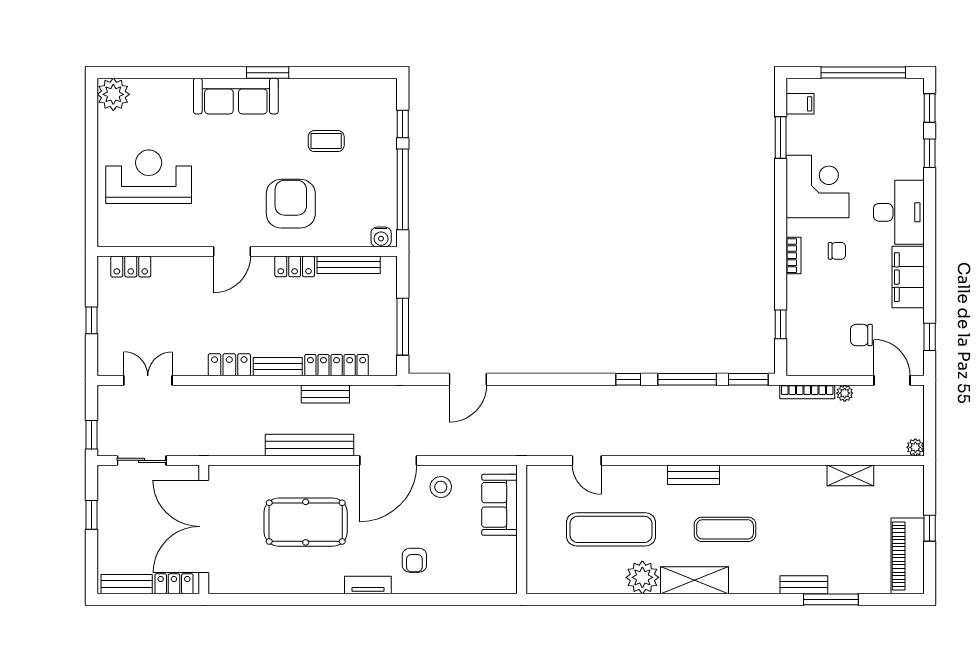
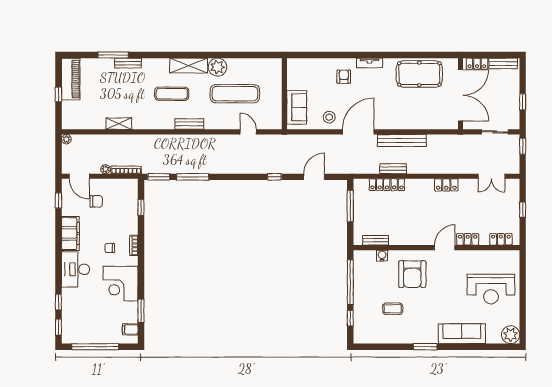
sofa: (236, 96) -> (462, 334), moved
water cooler: (381, 237) -> (382, 256), moved
bench: (349, 265) -> (376, 240), width x0.73
locker: (295, 266) -> (468, 239), moved
bench: (278, 367) -> (420, 184), removed
window: (628, 379) -> (274, 177), moved
shelving: (850, 475) -> (119, 124), moved
pool table: (306, 522) -> (419, 74), moved

